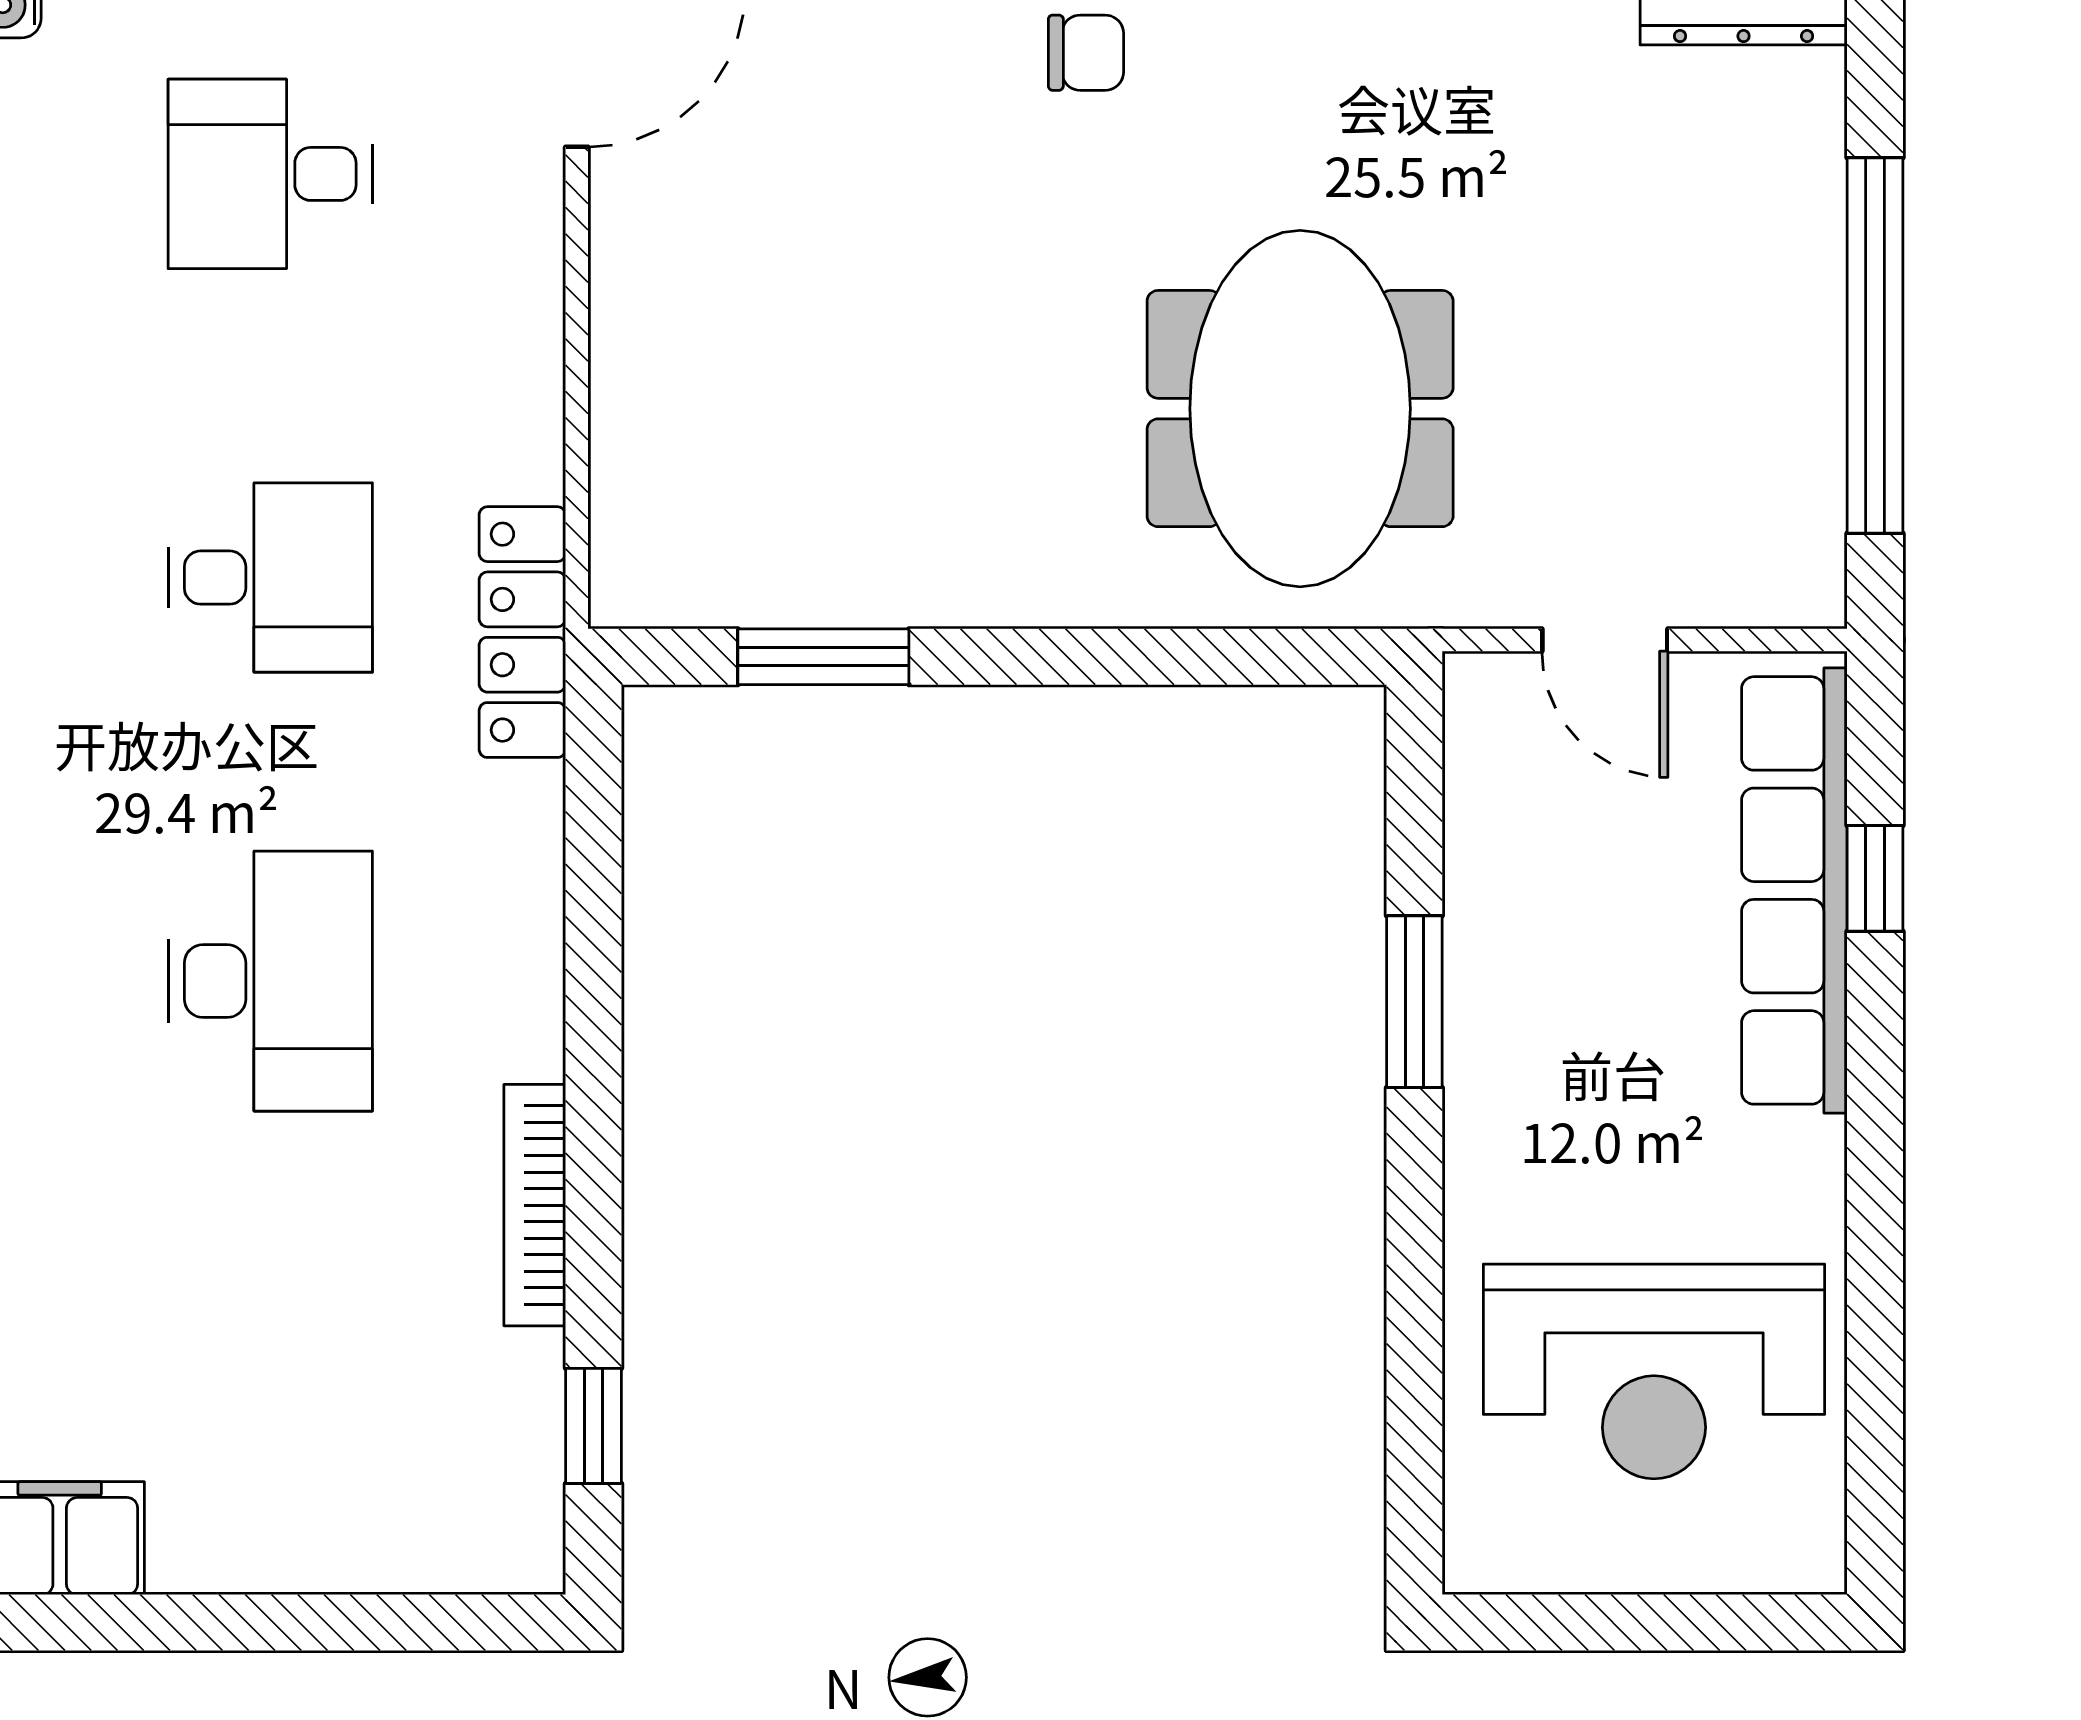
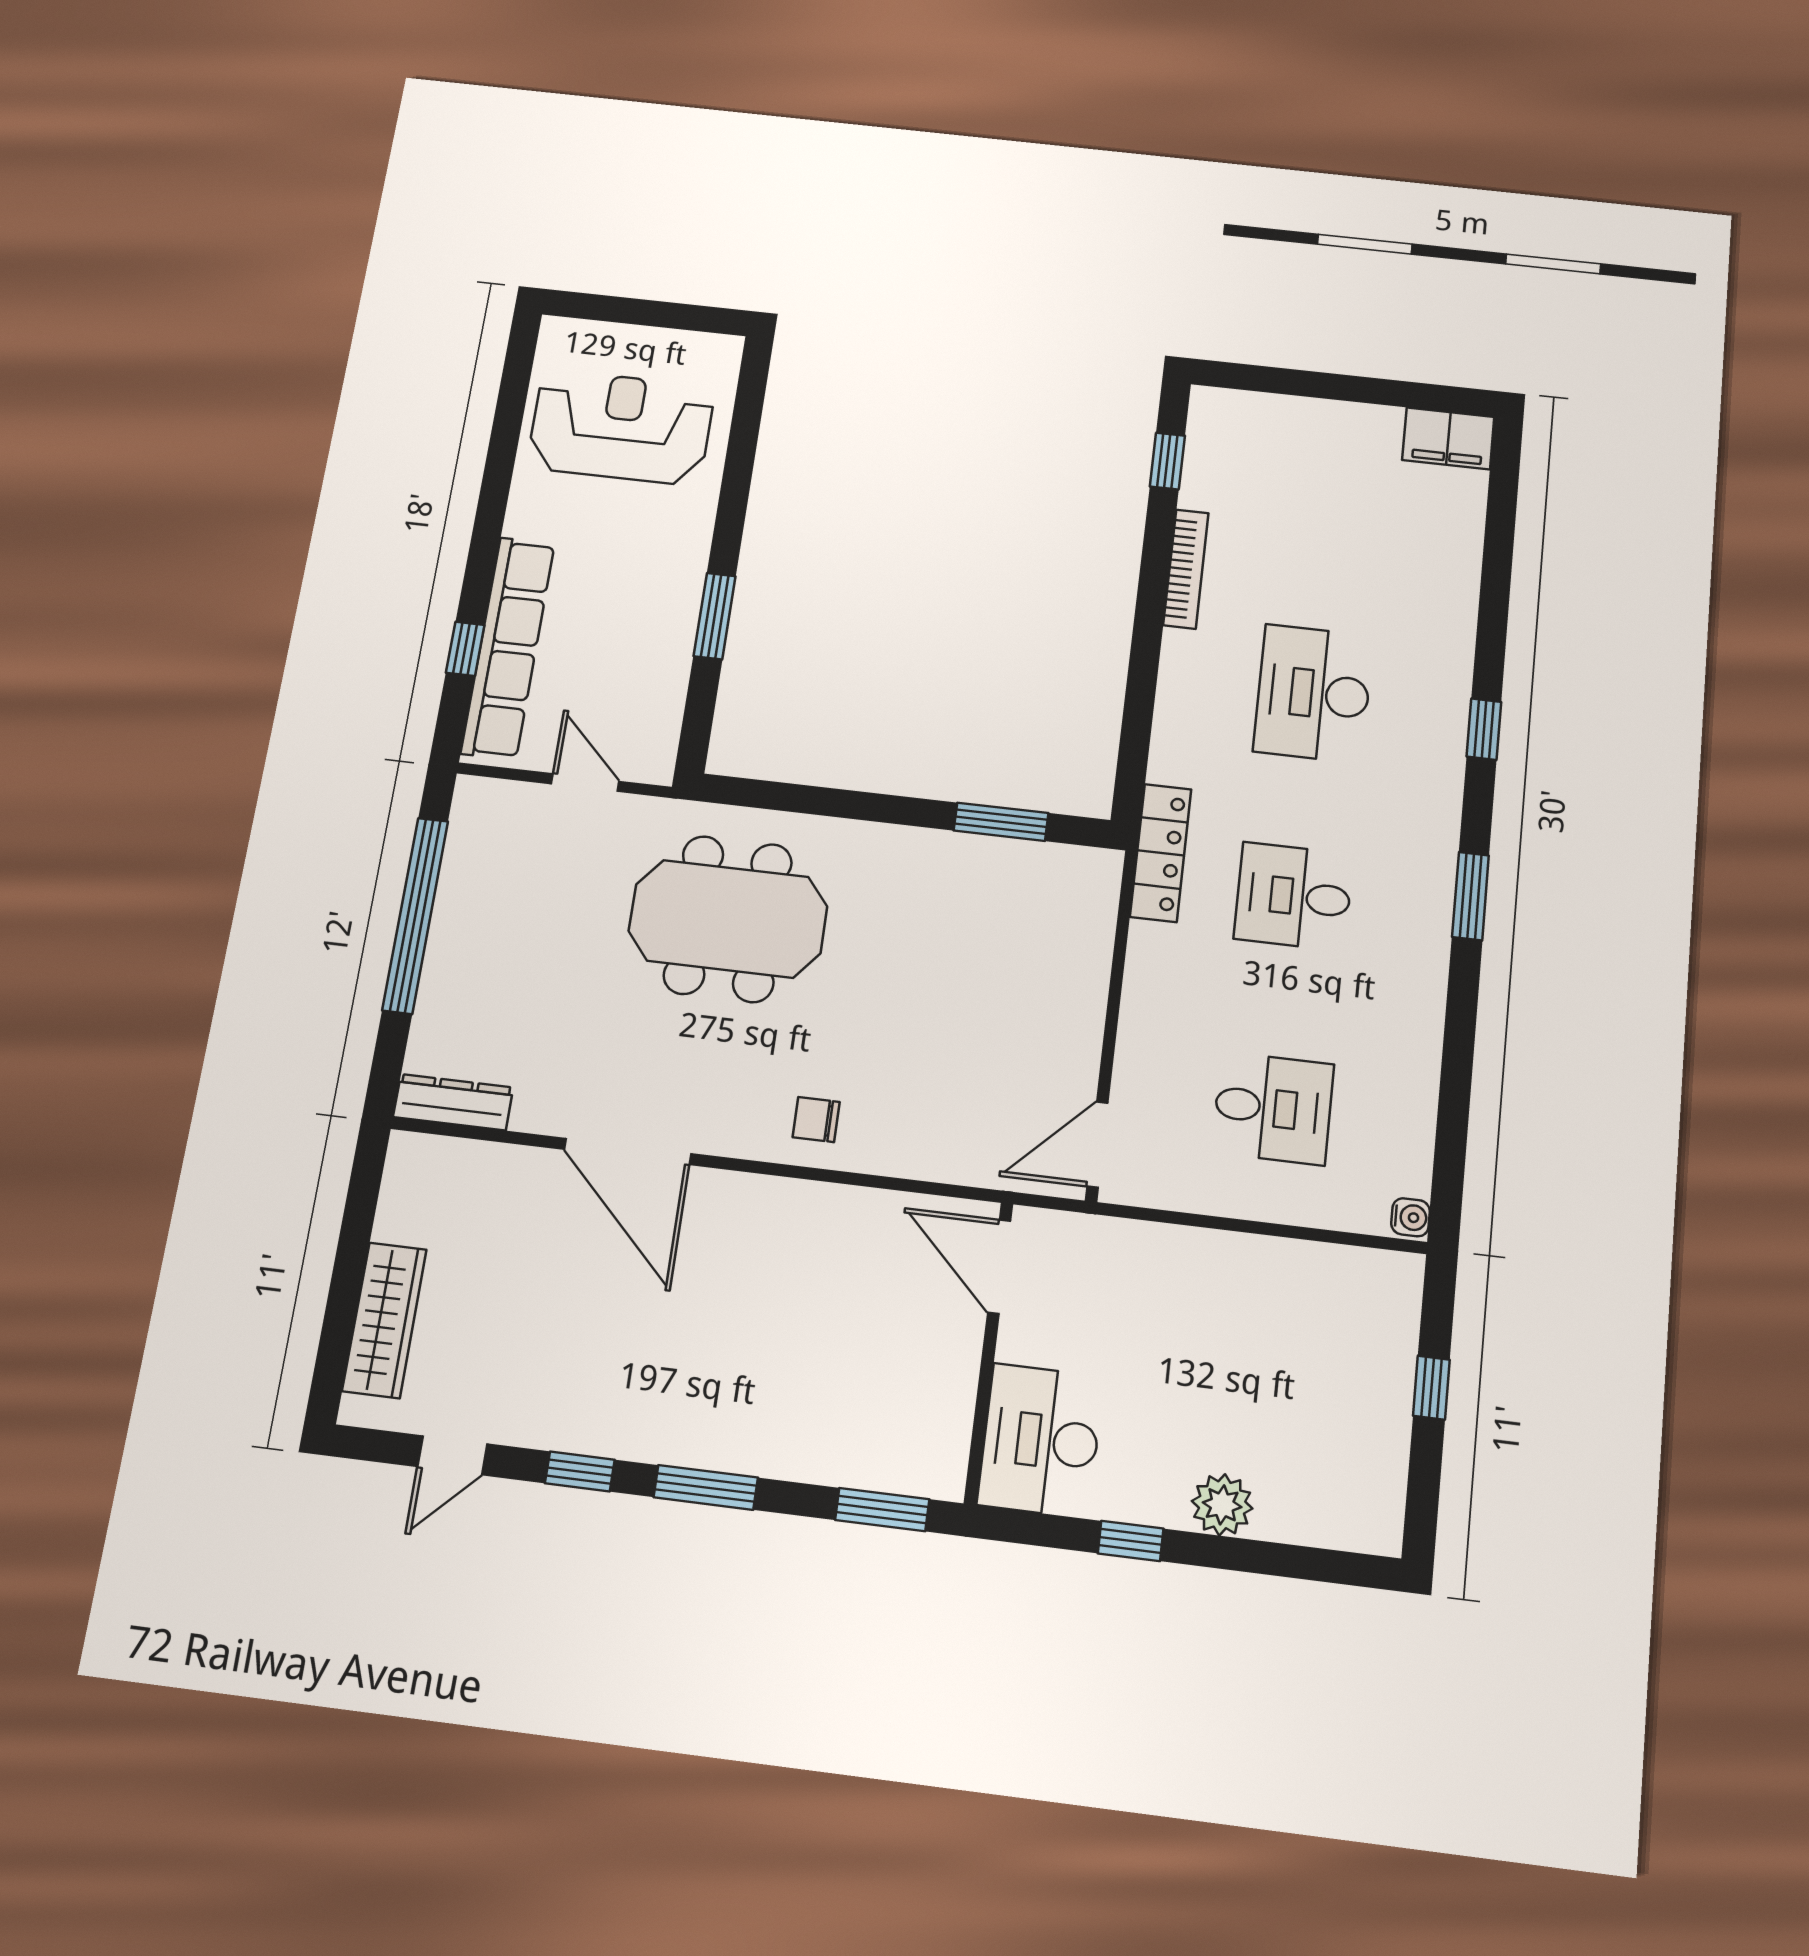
meeting table: (1300, 409) -> (728, 919), turned 90

